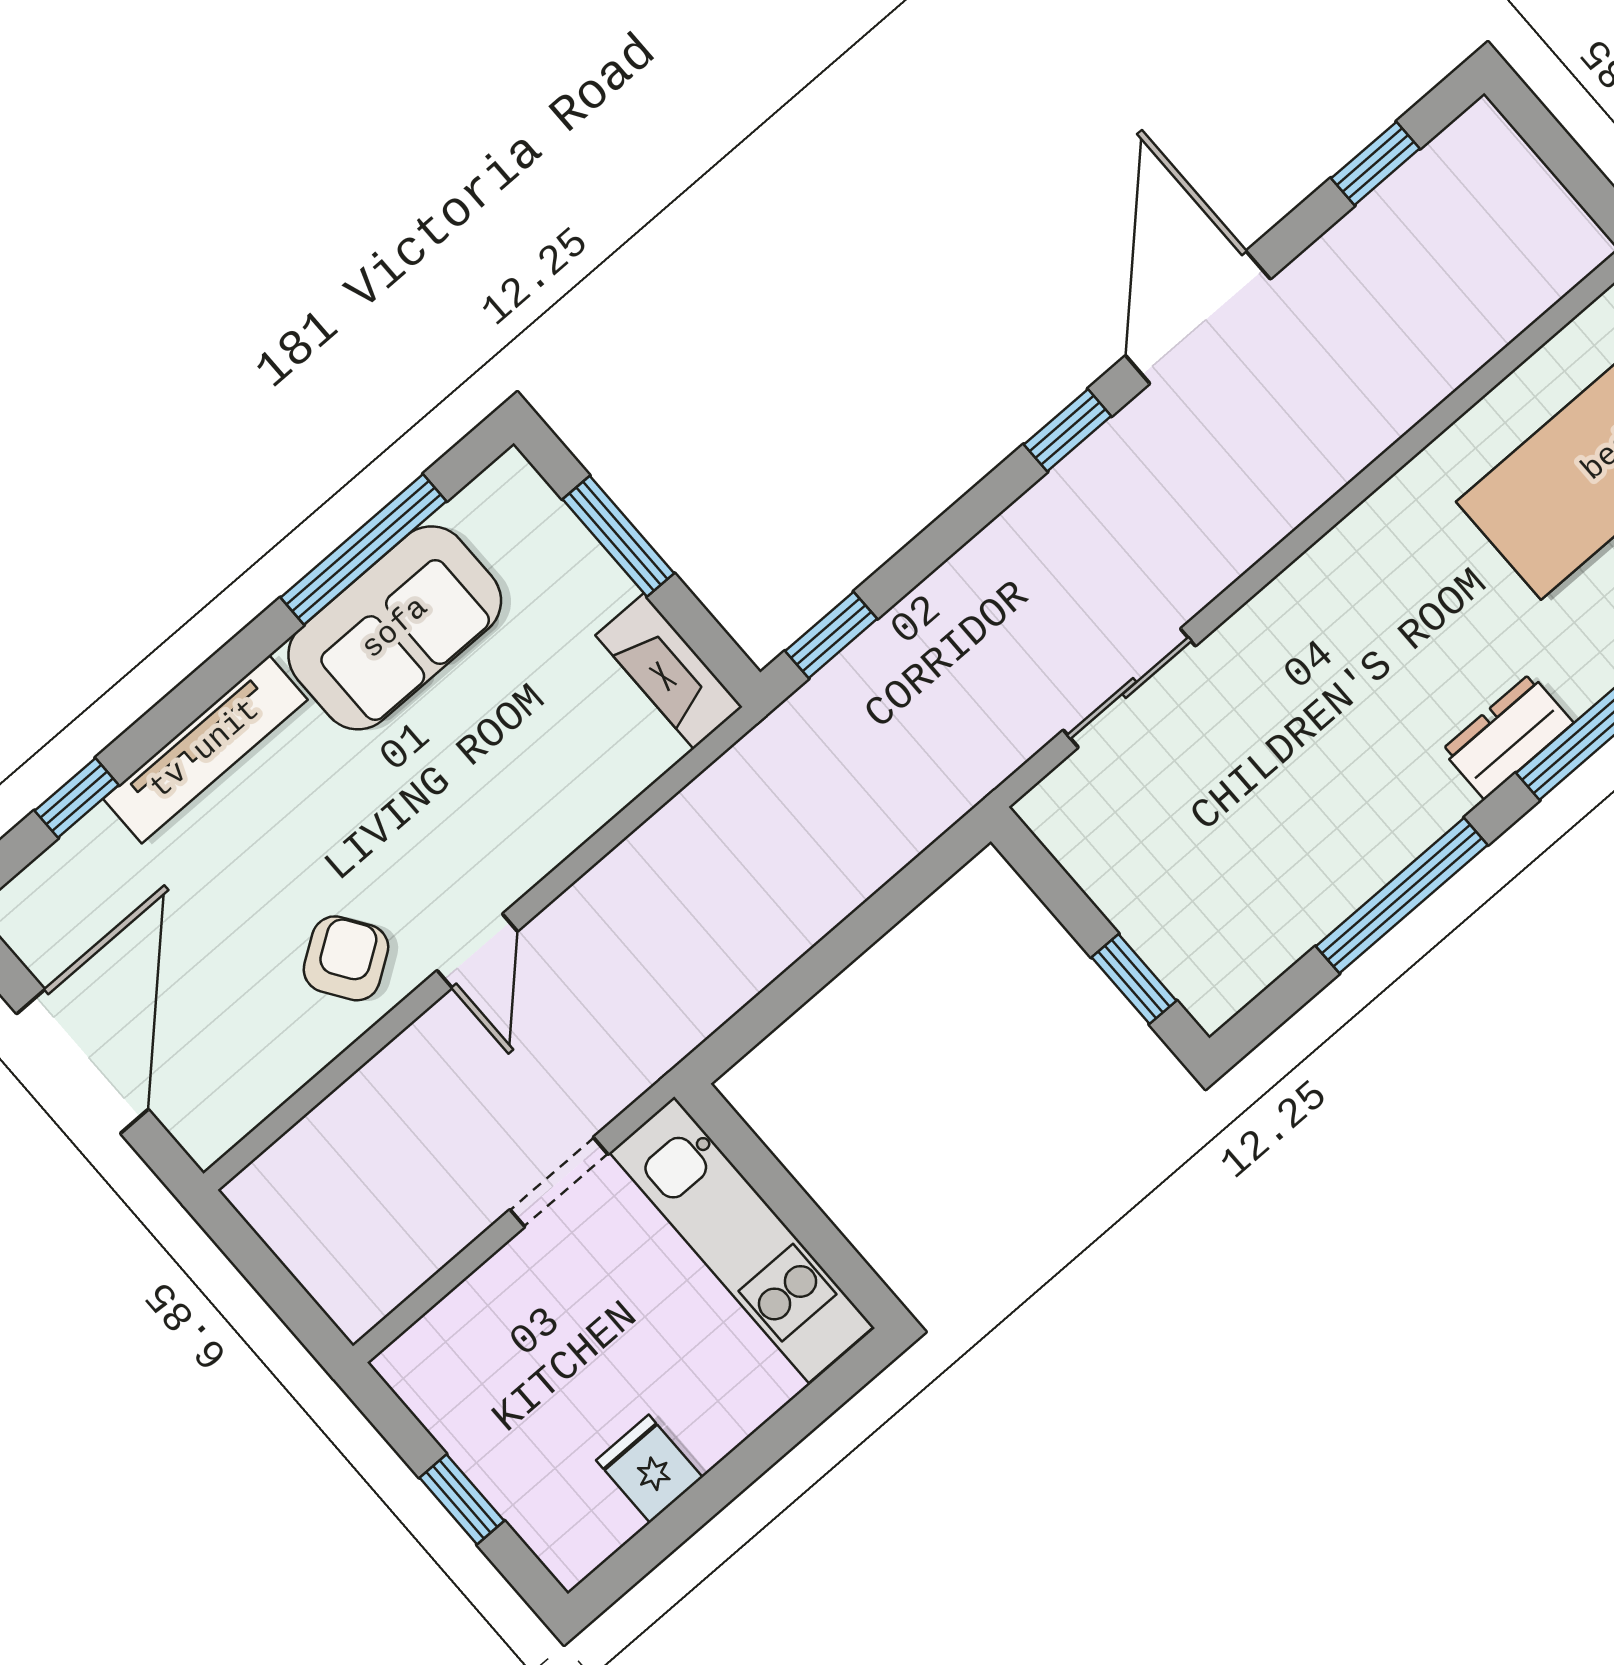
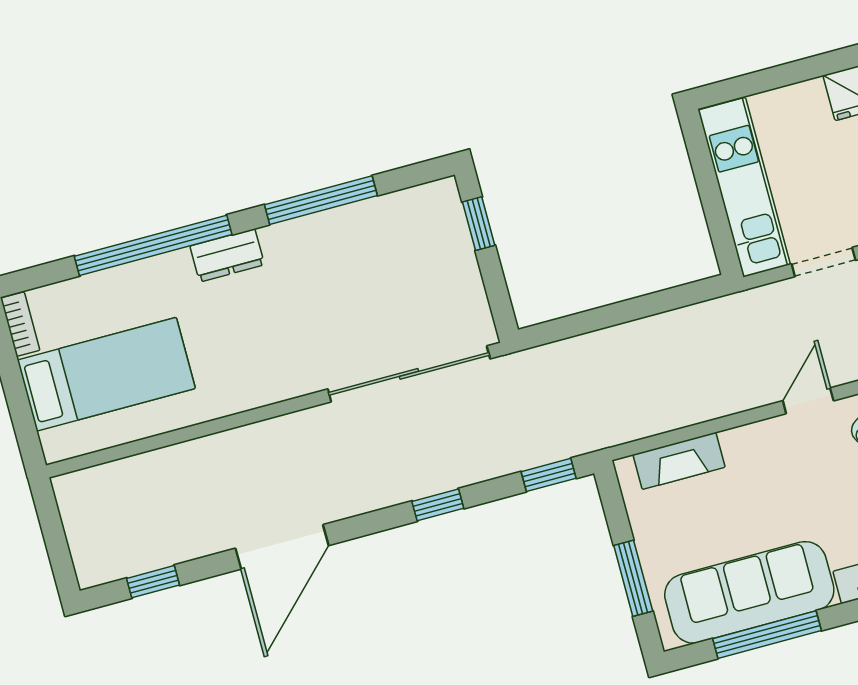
window: (1068, 430) -> (438, 505), moved
sofa: (395, 628) -> (749, 592), width x1.36
fireplace: (669, 671) -> (679, 461), moved, turned 90
sliding door: (1129, 688) -> (409, 374), width x1.86

